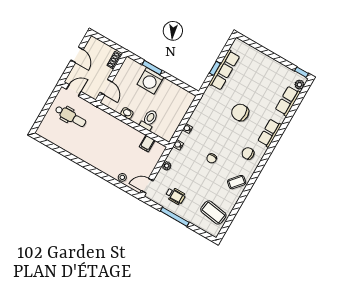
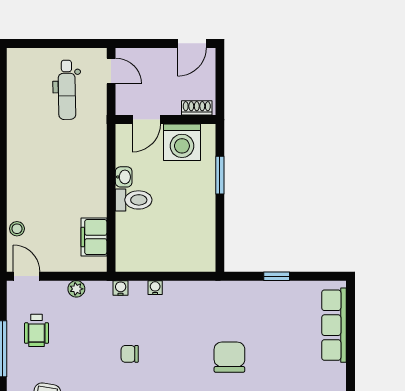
door: (77, 55) -> (192, 43), moved
row of seats: (224, 70) -> (334, 325), moved, turned 90
washing machine: (150, 81) -> (182, 142), moved, turned -90
toilet: (149, 120) -> (134, 200), moved
filing cabinet: (147, 143) -> (94, 237), width x2.00

